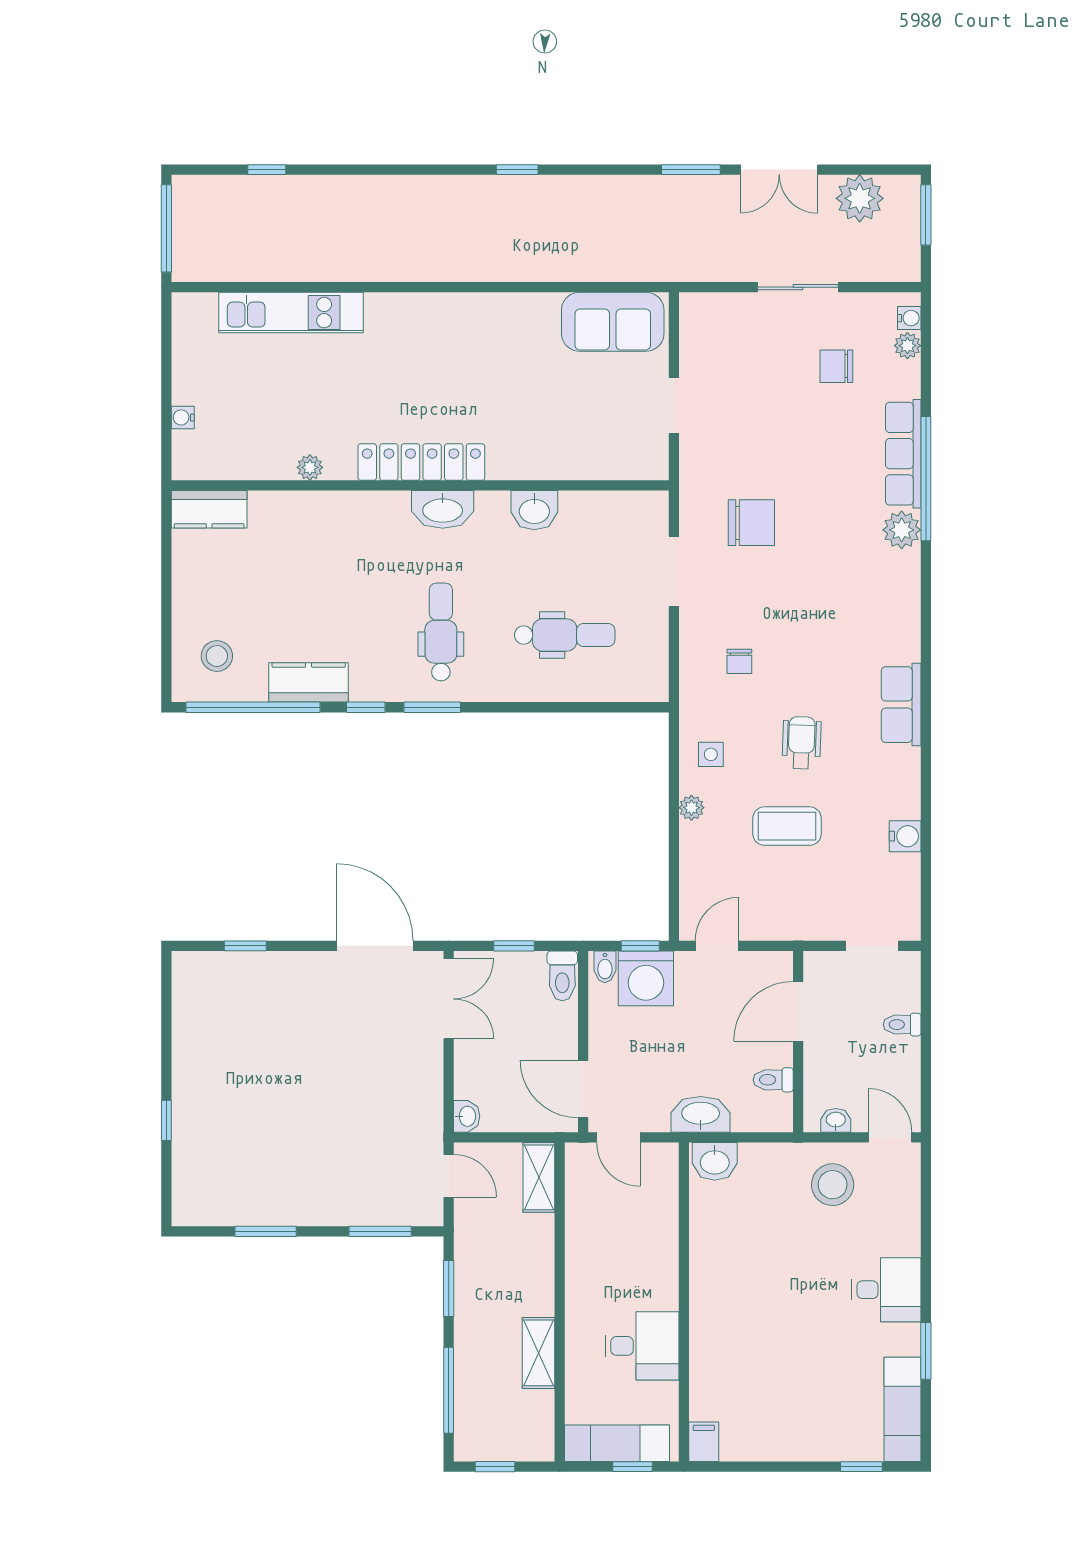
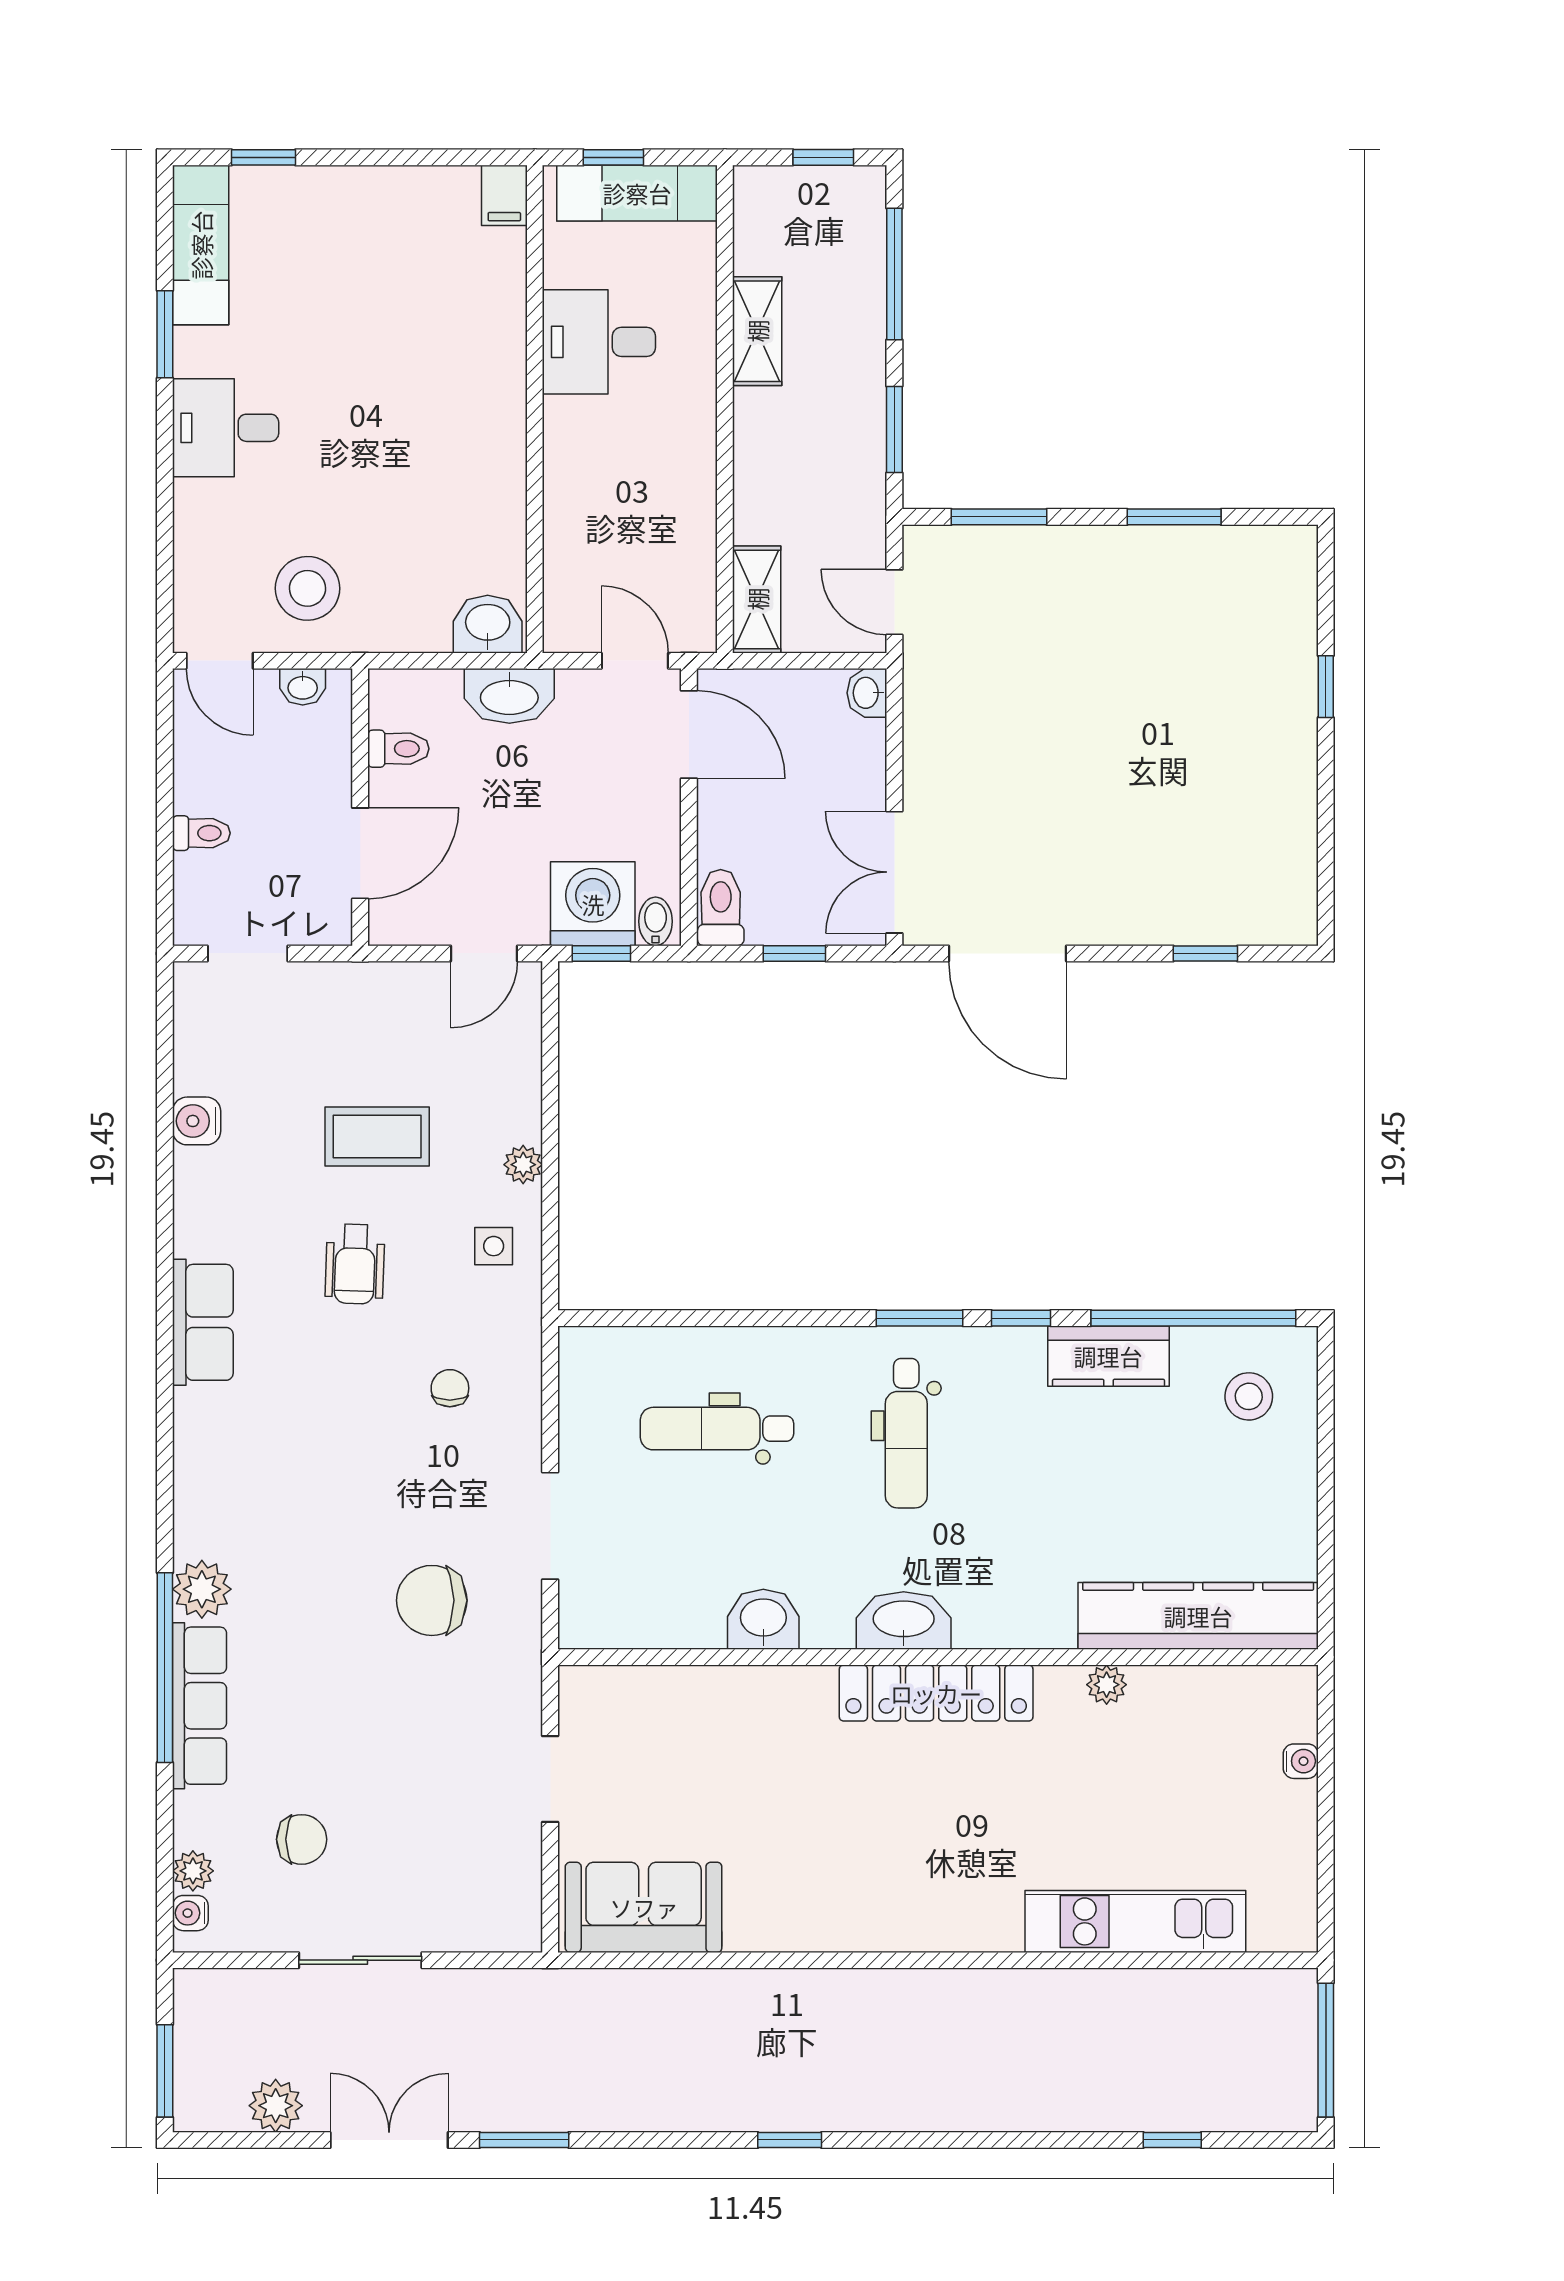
plant: (860, 198) -> (276, 2106), width x0.73, depth x0.73
kitchen counter: (209, 509) -> (1198, 1616), width x2.08, depth x1.17

